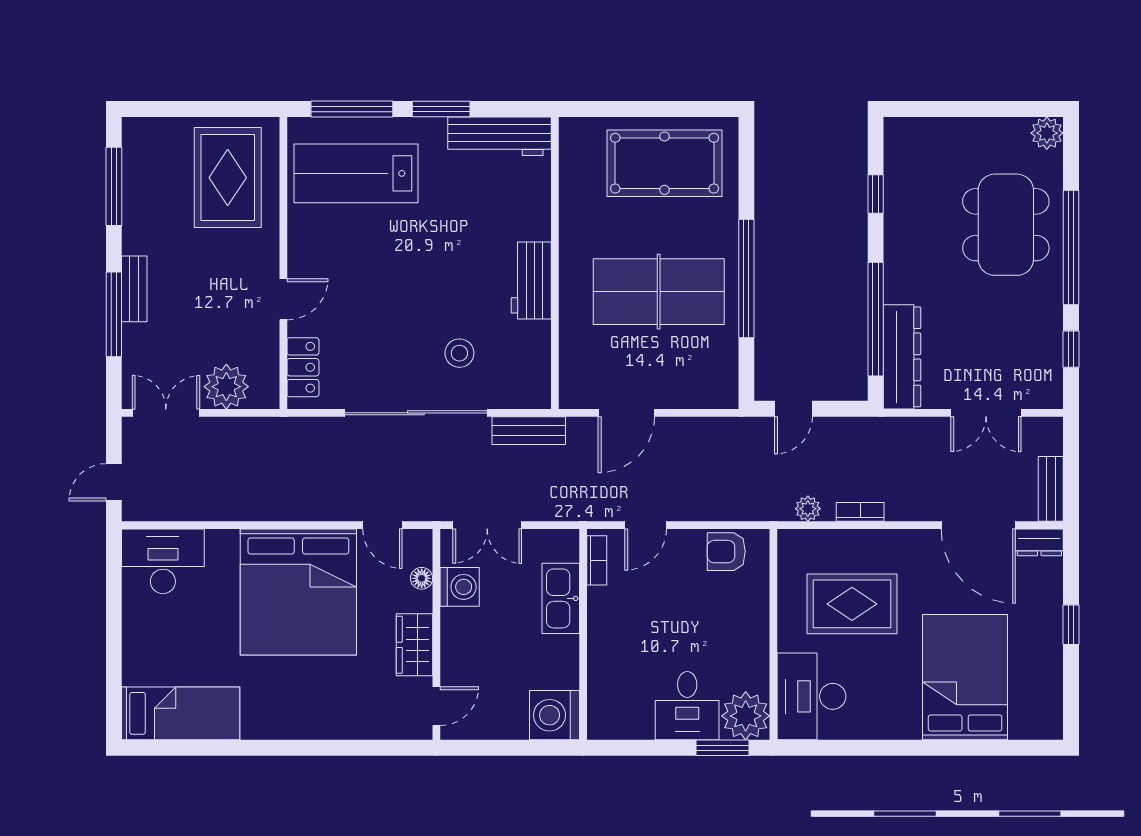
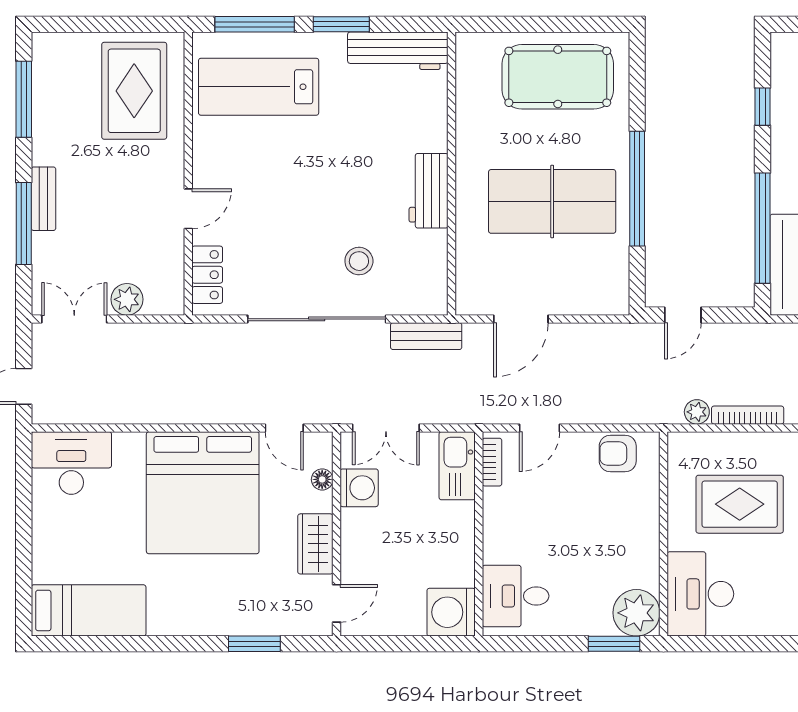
plant: (226, 387) -> (127, 299), width x0.73, depth x0.73
bookcase: (860, 512) -> (748, 415), width x1.56
kitchen sink: (561, 598) -> (457, 466), moved
desk: (687, 706) -> (516, 596), moved, turned 90
window: (352, 748) -> (254, 644), added

